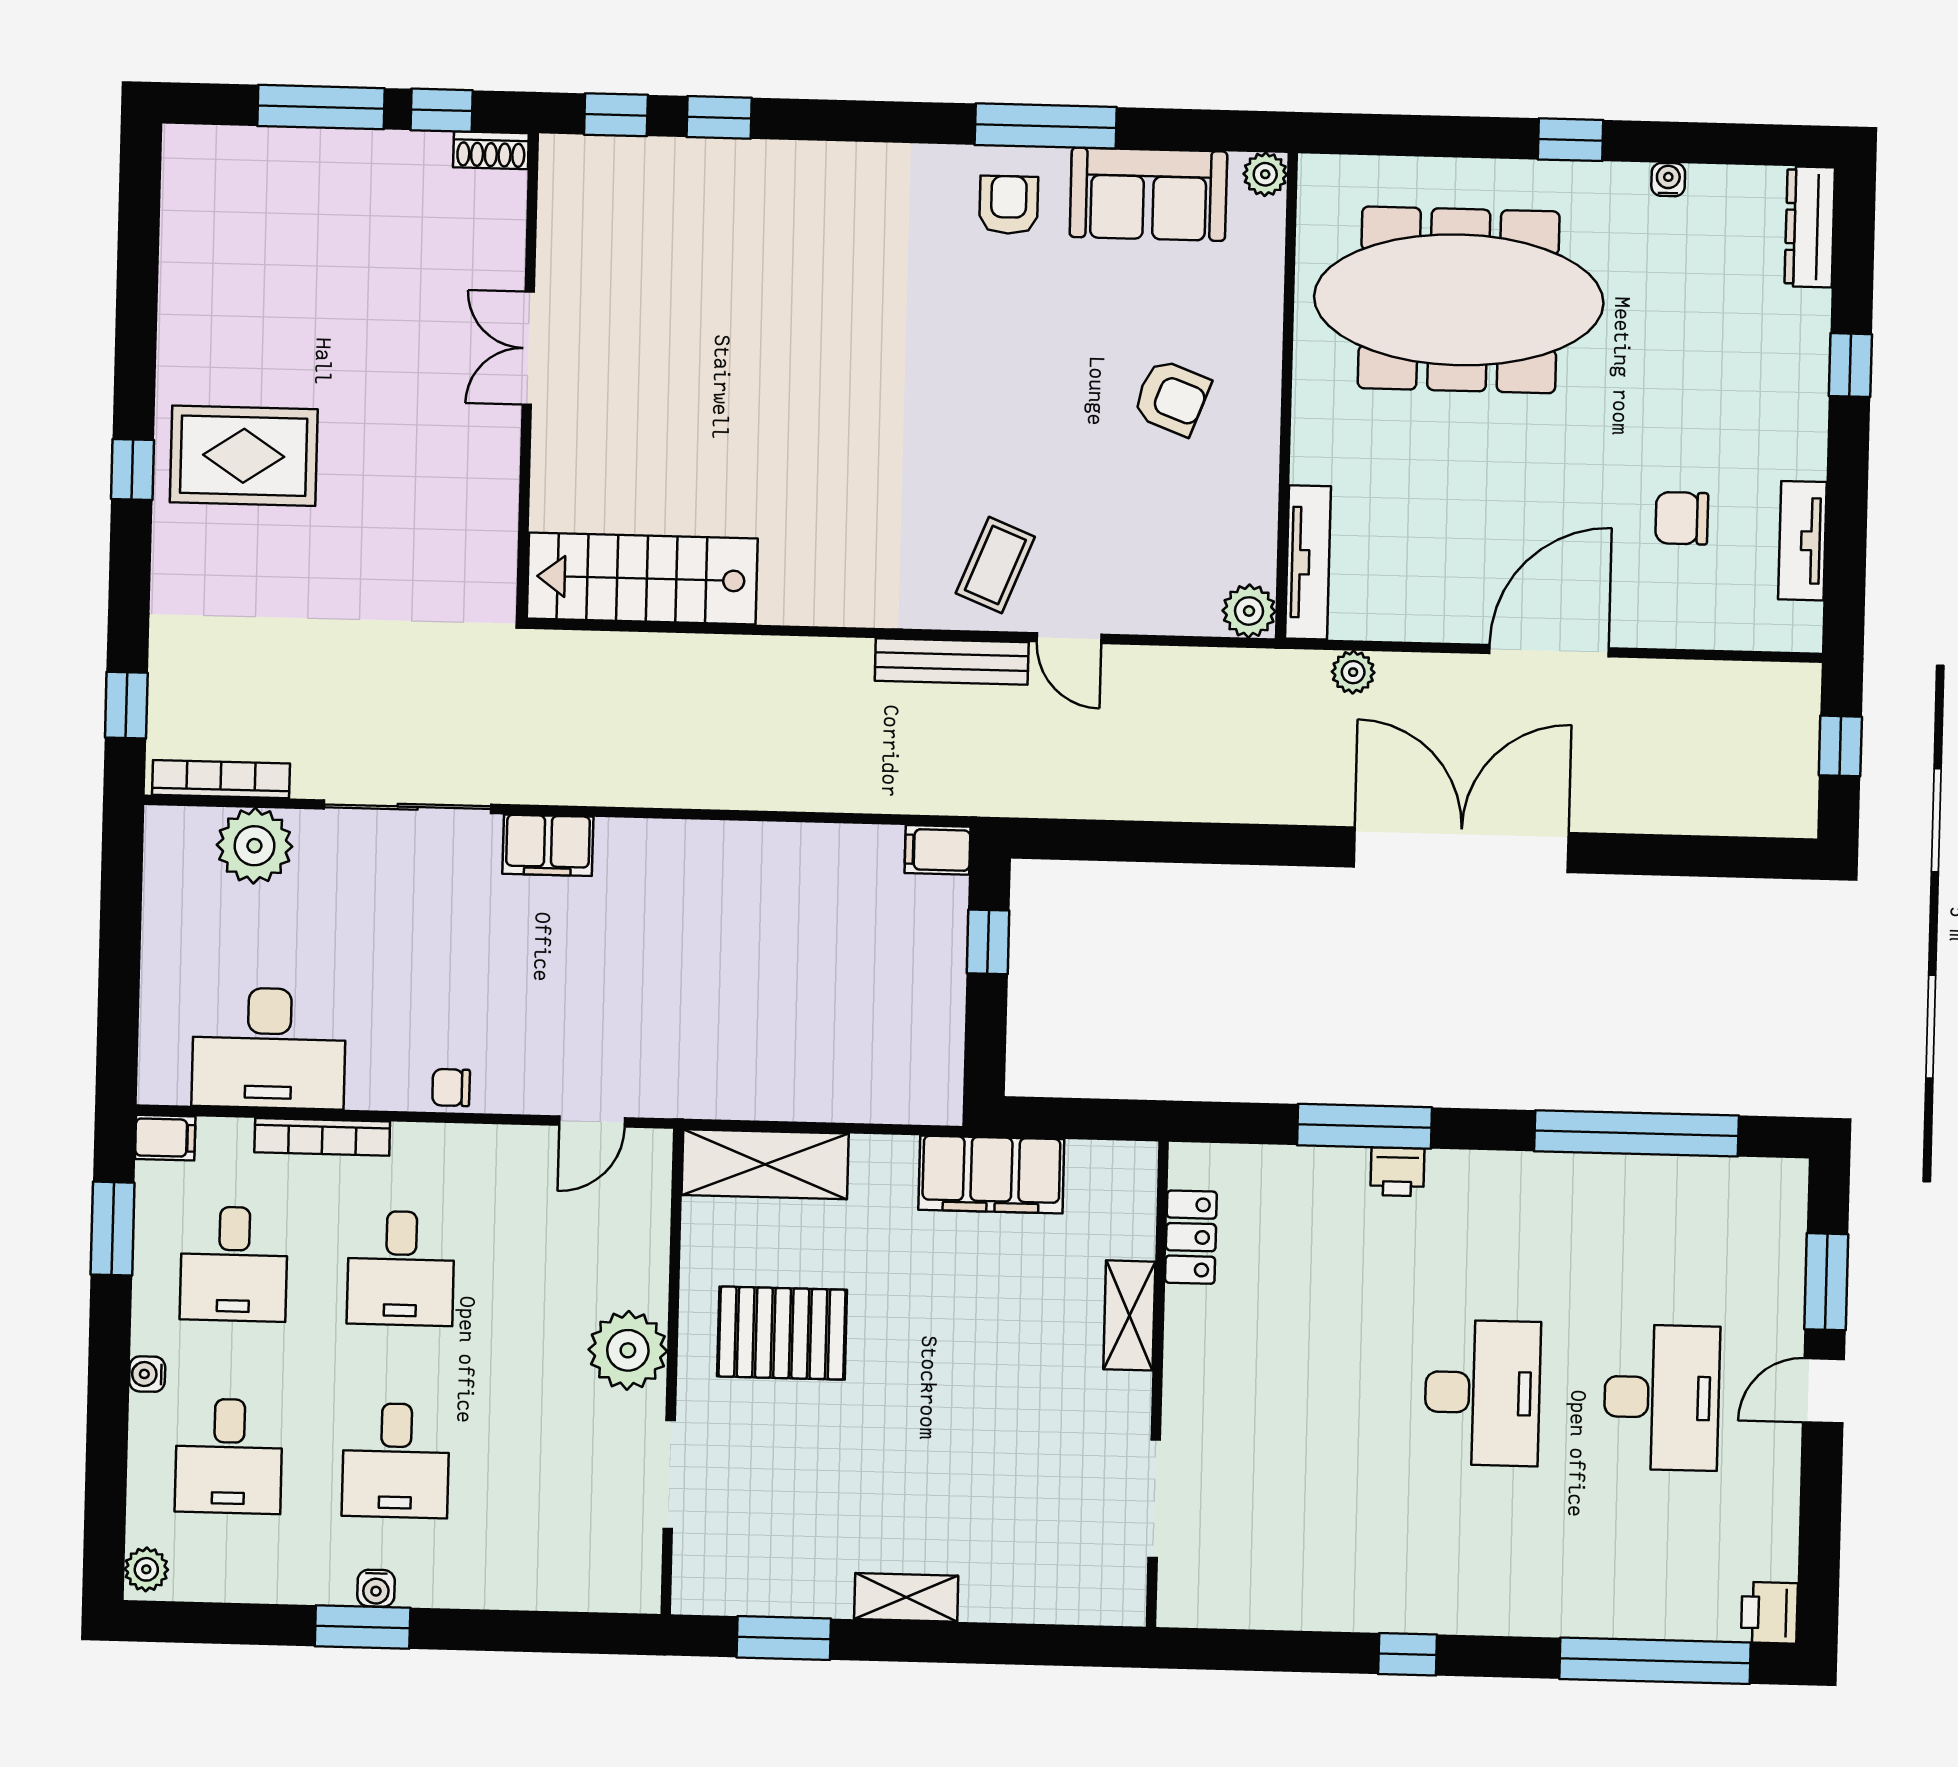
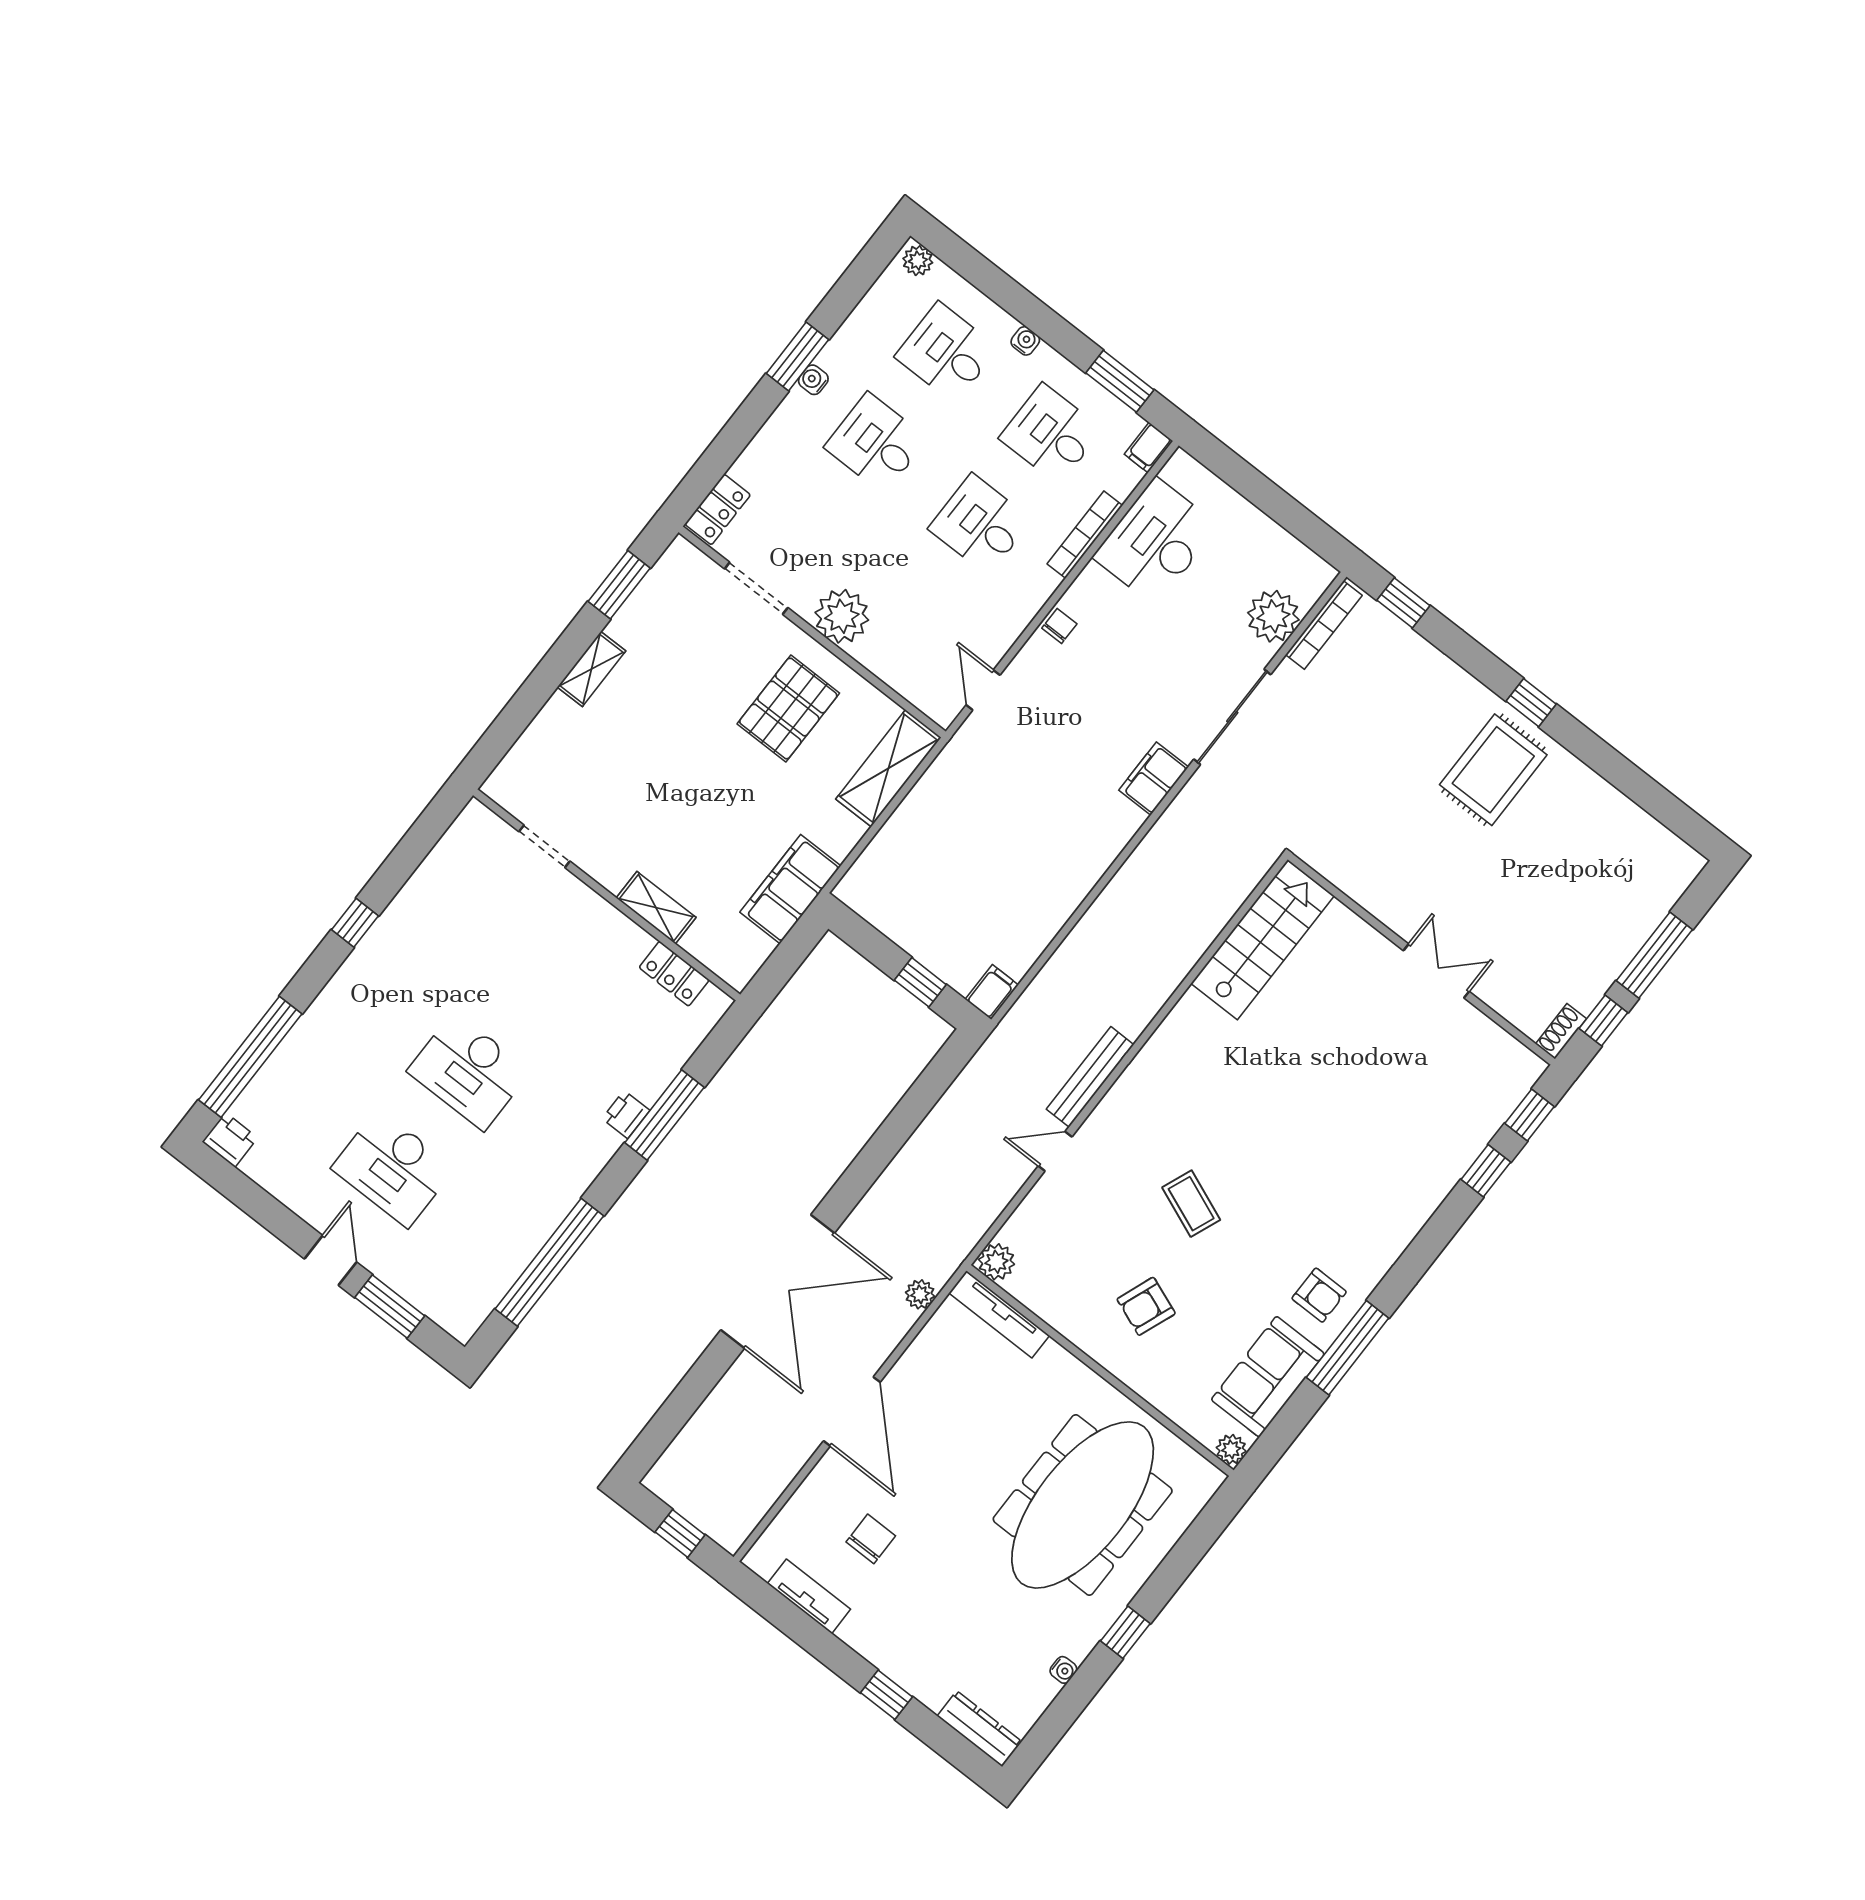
coffee table: (995, 565) -> (1191, 1204), moved
doorway: (1154, 1499) -> (544, 846), width x0.73
locker: (610, 1588) -> (718, 509), added

